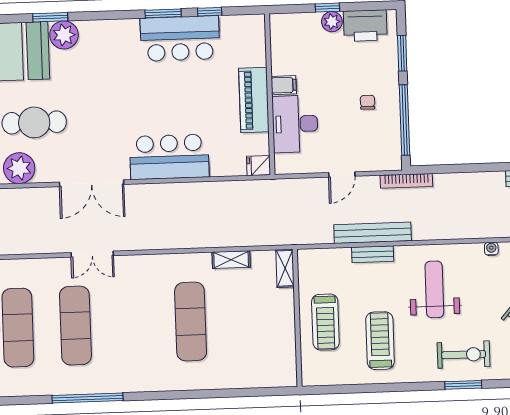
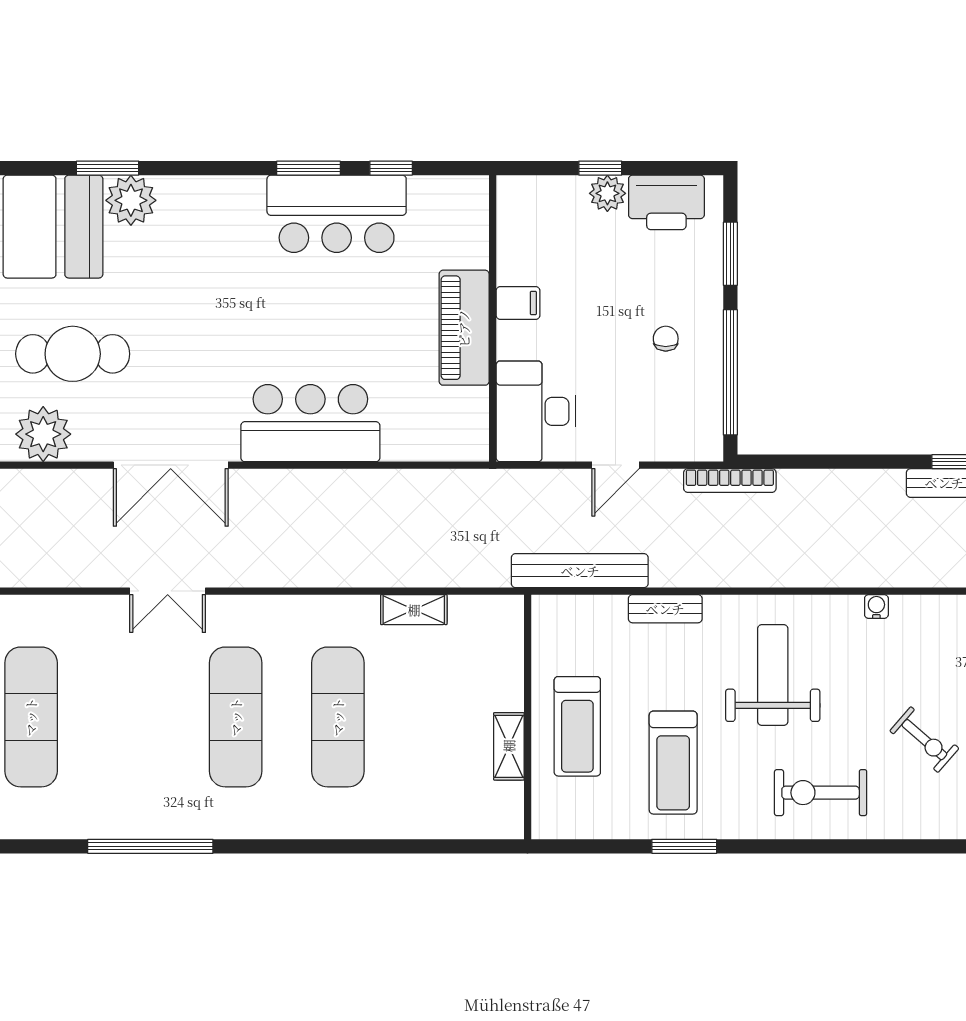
desk: (295, 124) -> (536, 411), moved
fridge: (259, 166) -> (468, 444), removed
bench: (373, 233) -> (580, 571), moved
shelving: (285, 268) -> (509, 746), moved
exercise mat: (75, 326) -> (236, 717), moved
treadmill: (380, 341) -> (673, 763), turned 180
exercise bike: (464, 355) -> (821, 793), turned 180
window: (463, 385) -> (684, 846), moved

